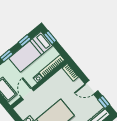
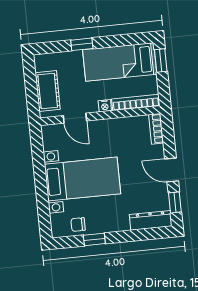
window: (25, 41) -> (122, 40), removed
door: (27, 94) -> (75, 118), swing flipped

